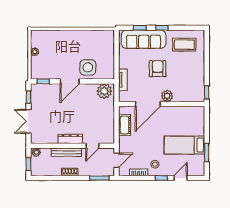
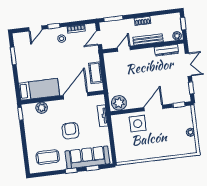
armchair: (158, 69) -> (70, 131), turned 180
plant: (167, 96) -> (42, 108), moved
dresser: (70, 139) -> (166, 50), moved
bed: (184, 145) -> (39, 89), moved

